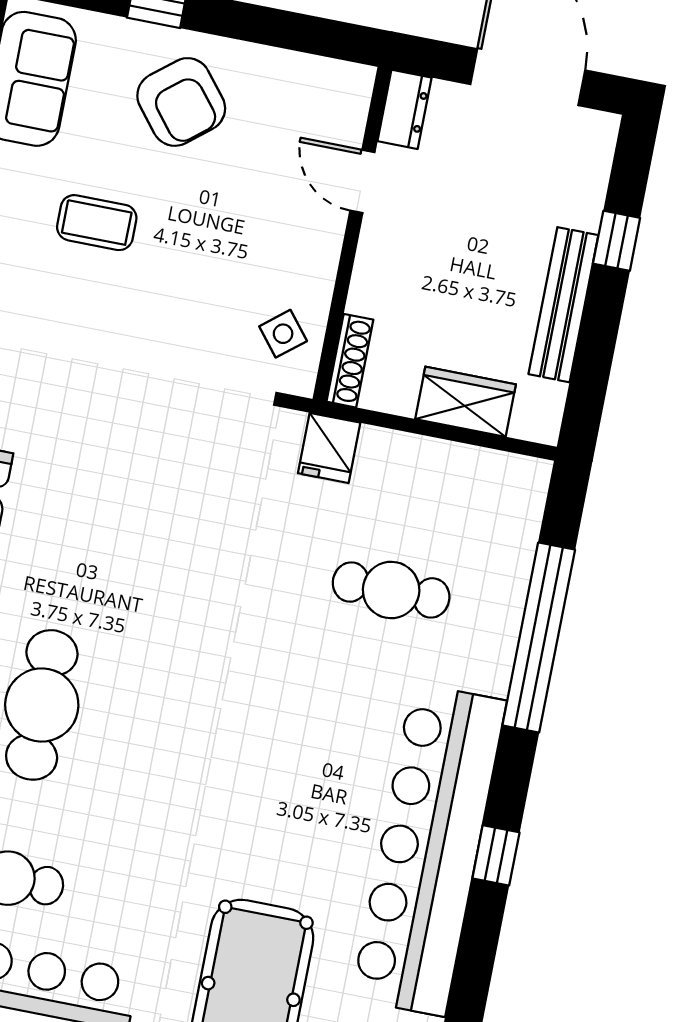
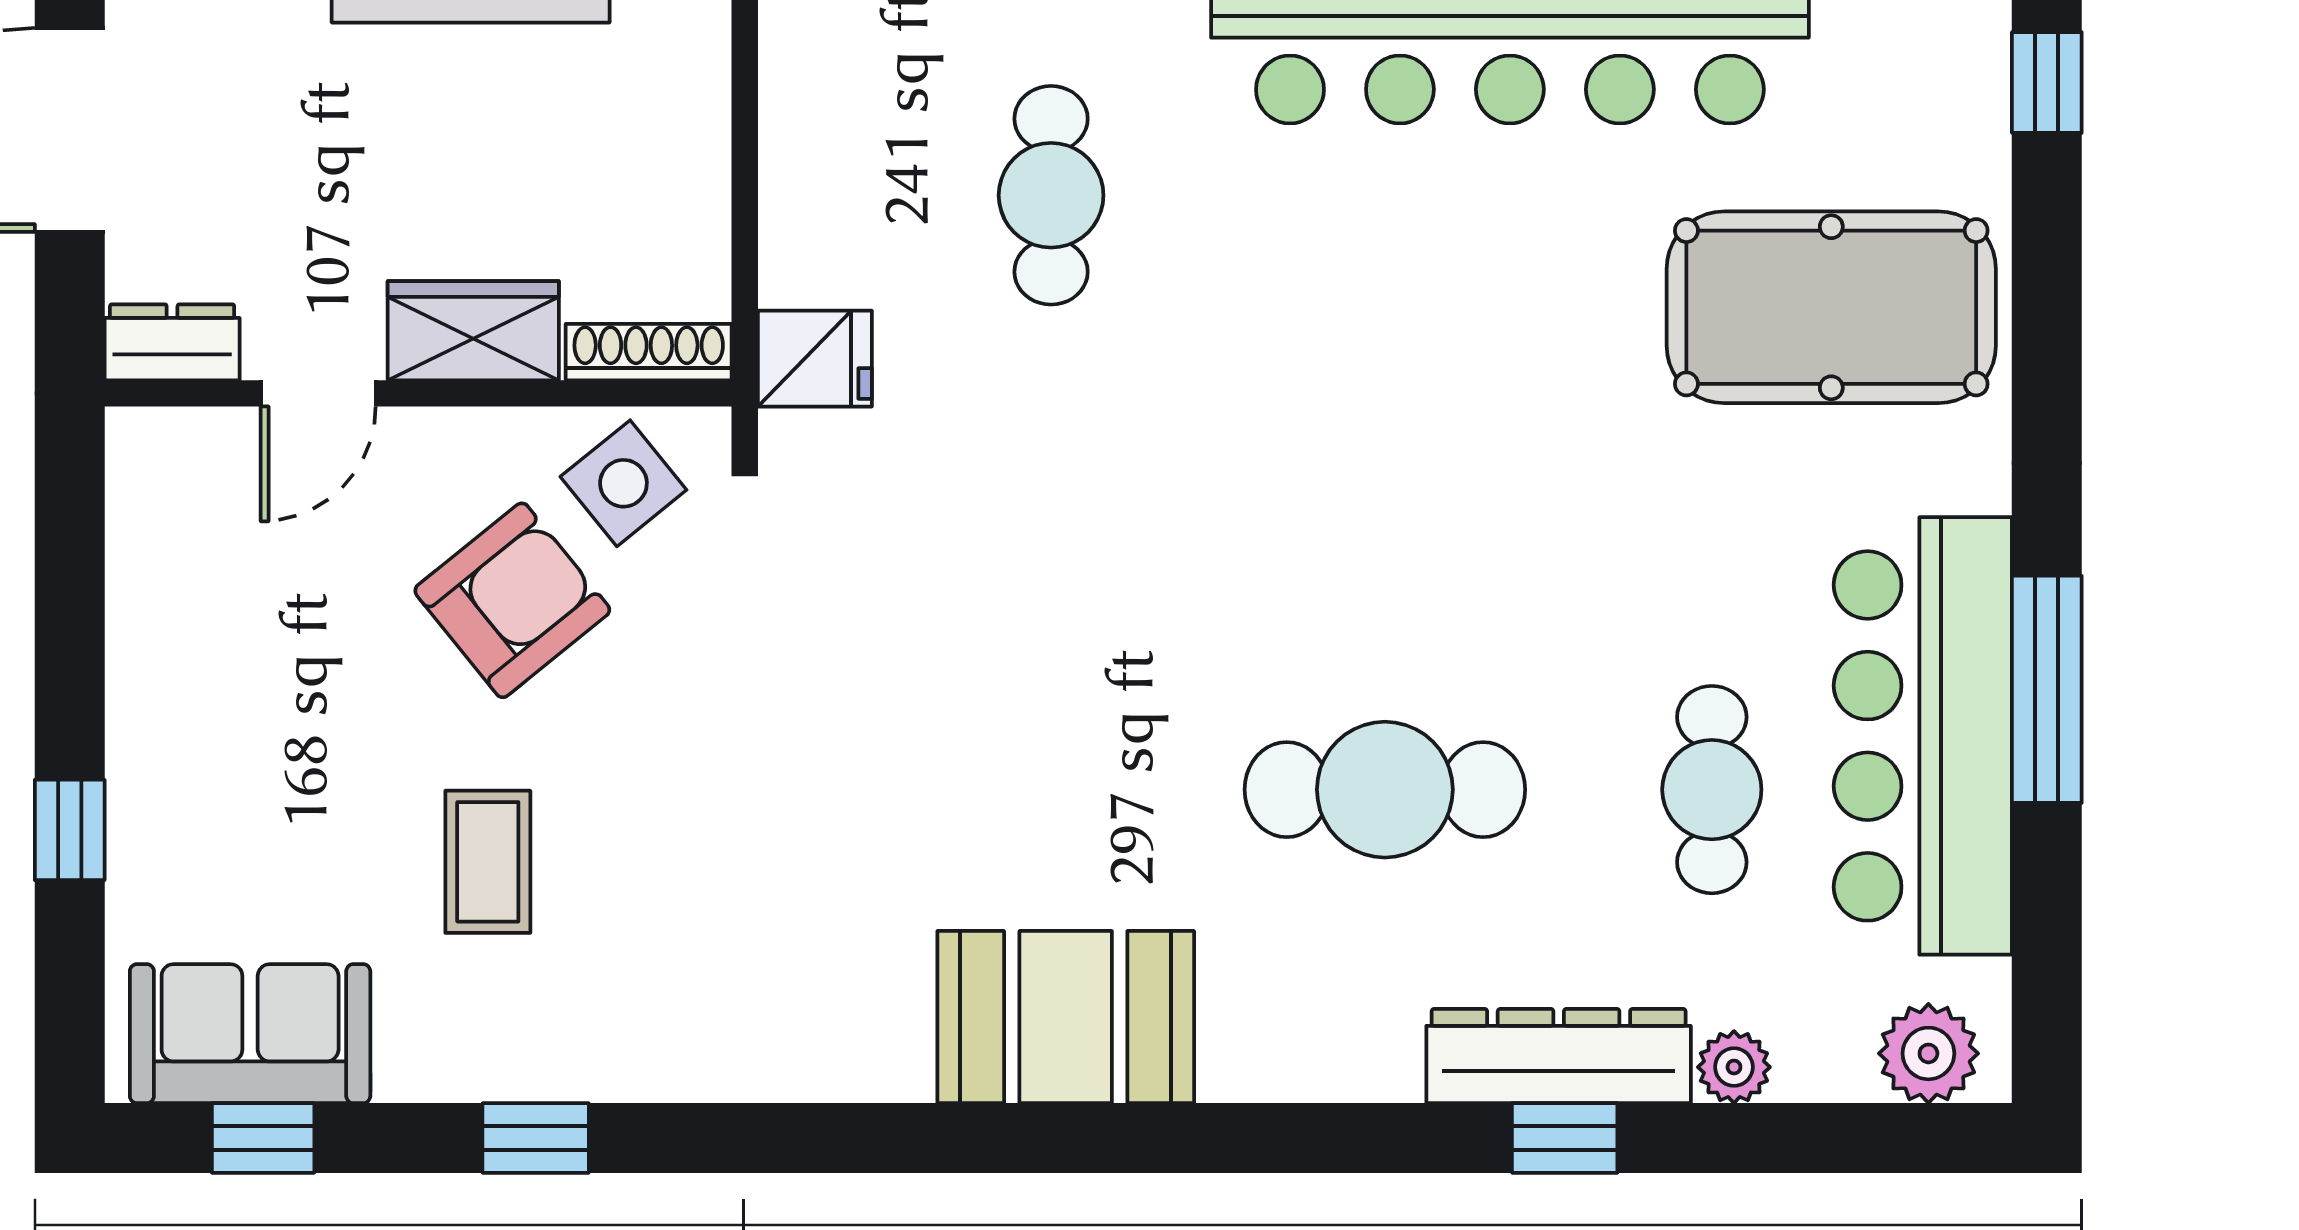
armchair: (181, 102) -> (512, 600), moved
side table: (283, 334) -> (623, 483), width x1.37, depth x1.37
wardrobe: (465, 402) -> (473, 331), moved, turned 90

